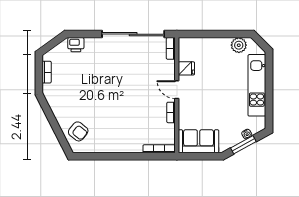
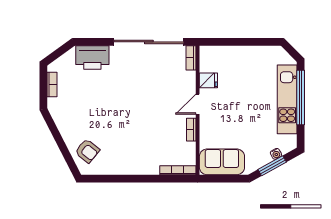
printer: (76, 45) -> (92, 58), width x1.87, depth x1.48
plant: (239, 45) -> (267, 54), removed
window: (269, 84) -> (301, 97), added
door: (177, 90) -> (198, 104), hinge flipped

